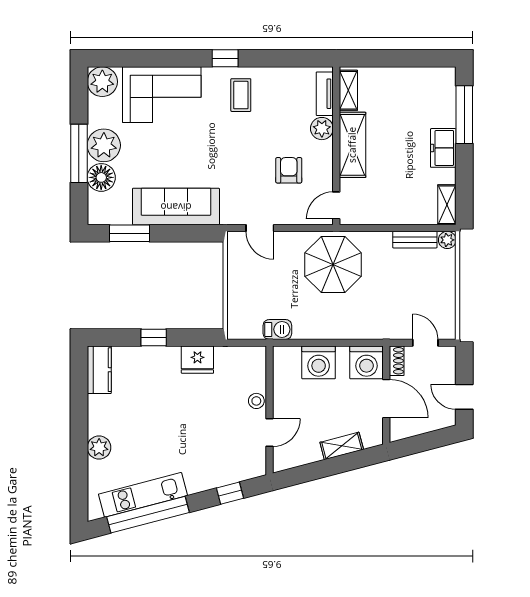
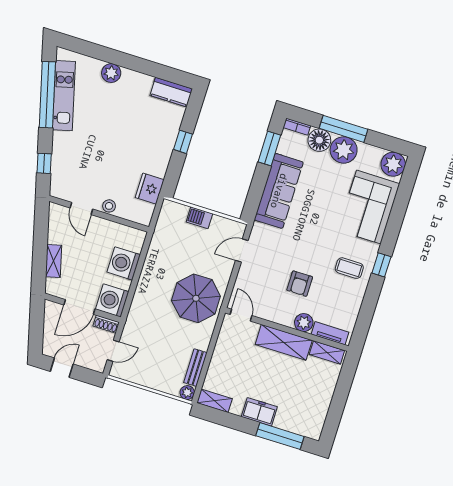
armchair: (289, 170) -> (300, 284), moved, turned 90
bookcase: (94, 209) -> (297, 127), added
barbecue: (277, 329) -> (199, 218), moved, turned 90
fridge: (197, 360) -> (150, 189), moved

